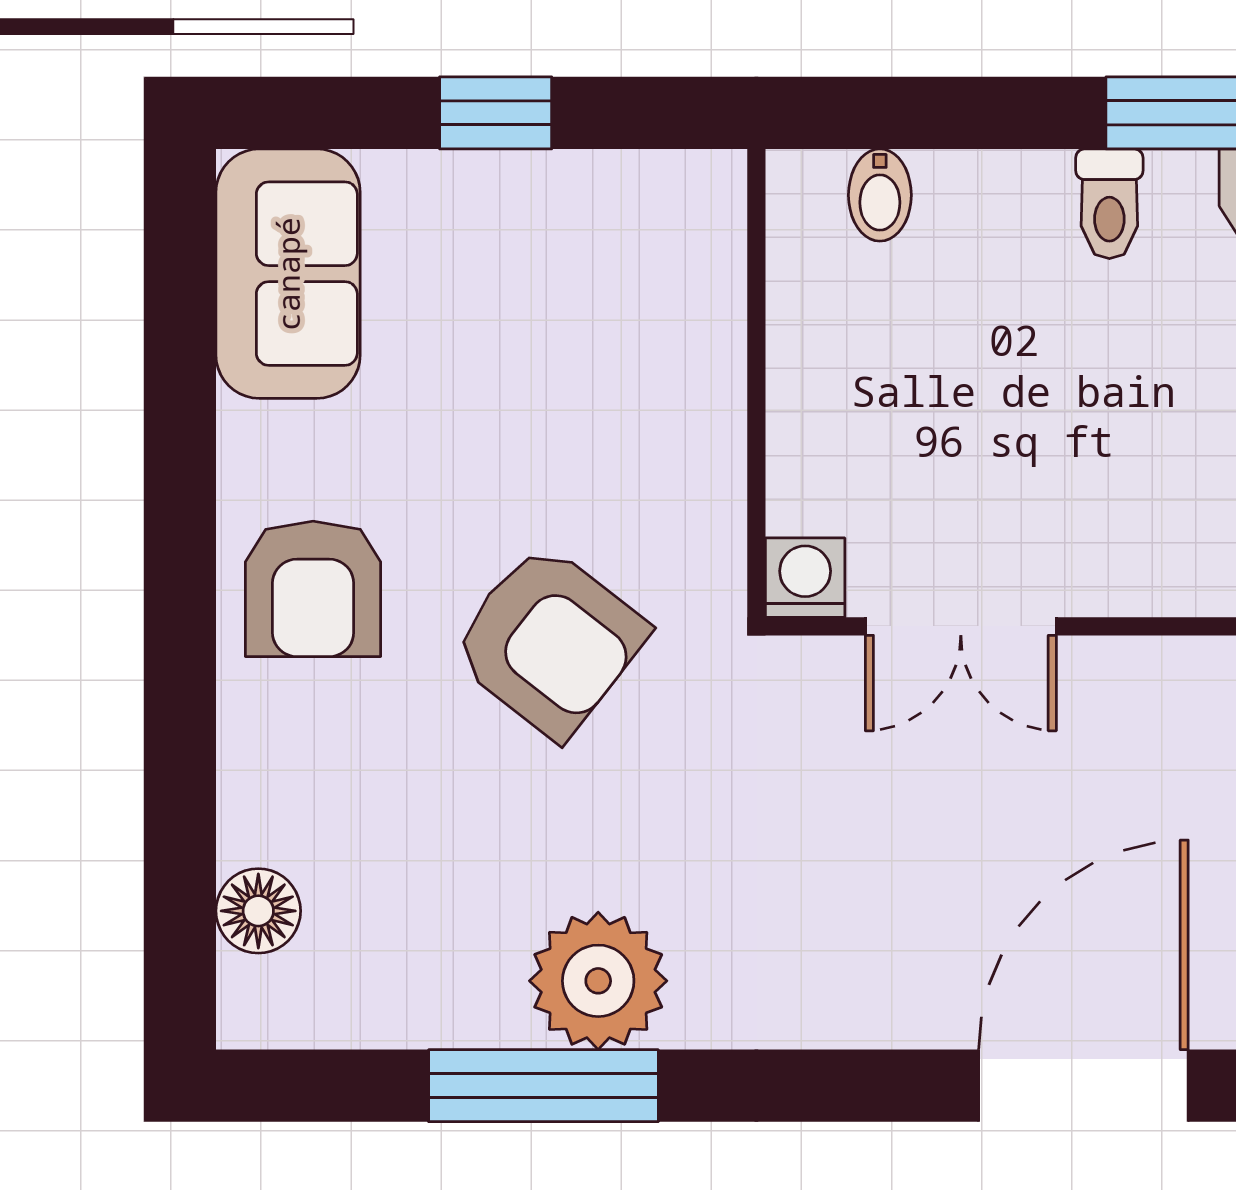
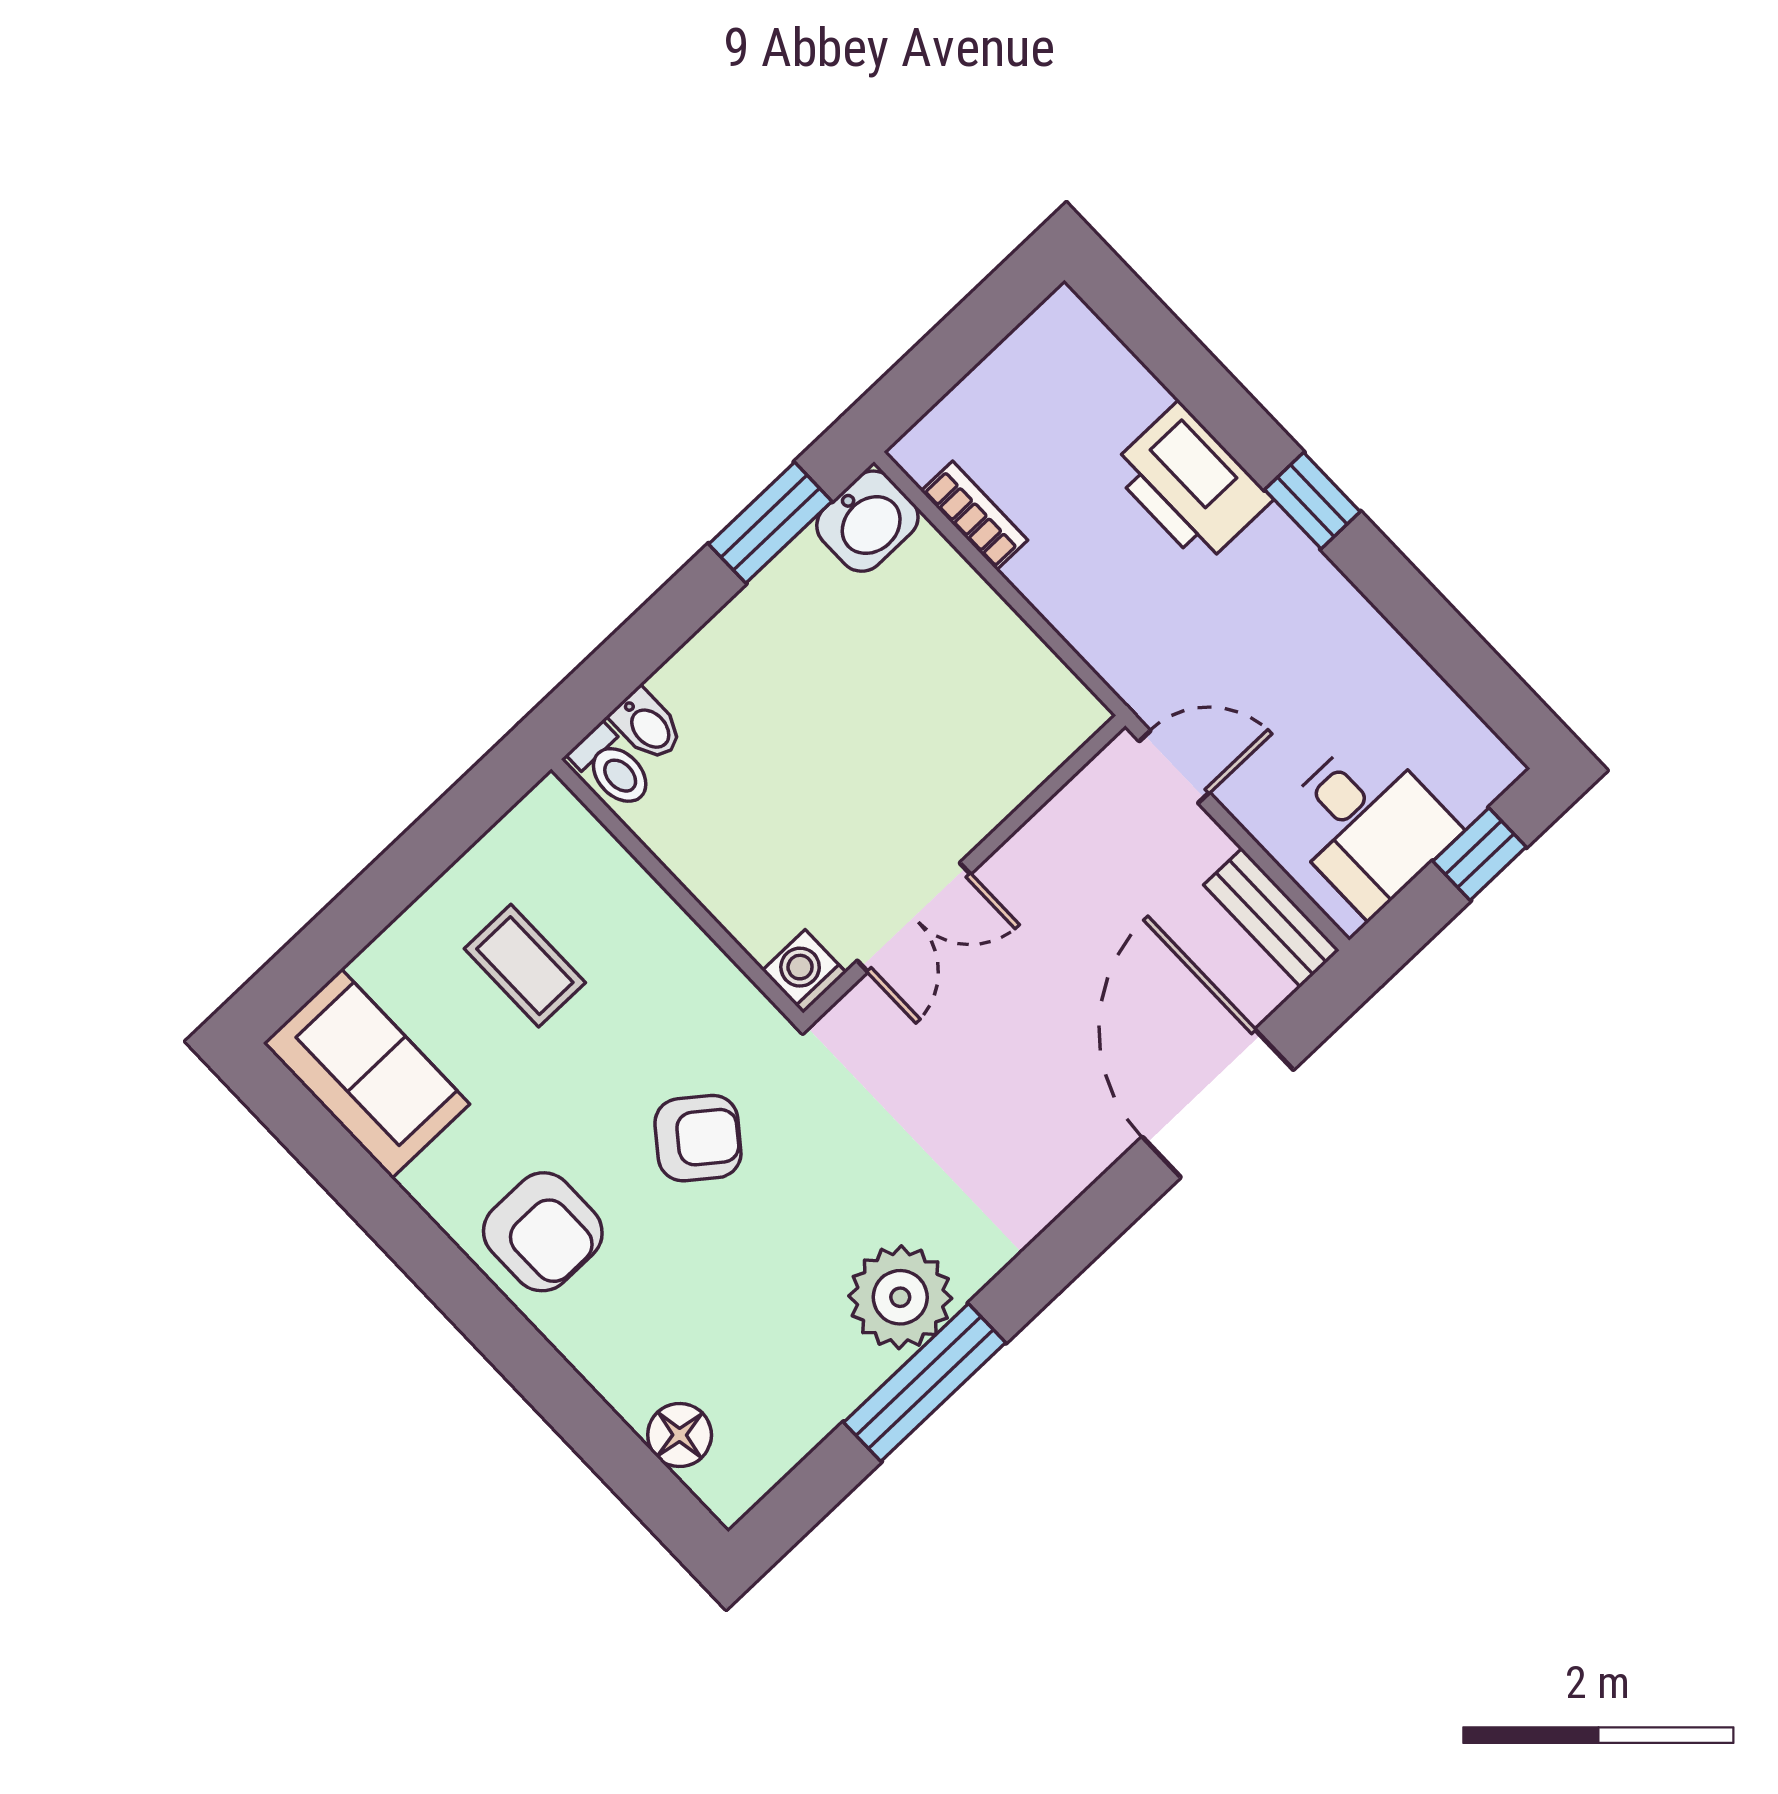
window: (496, 113) -> (396, 879), removed
toilet: (1109, 204) -> (612, 767), moved
coffee table: (541, 315) -> (525, 966), added
armchair: (549, 641) -> (698, 1138), width x0.72, depth x0.72

